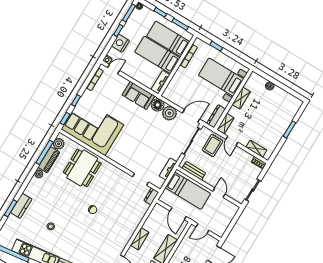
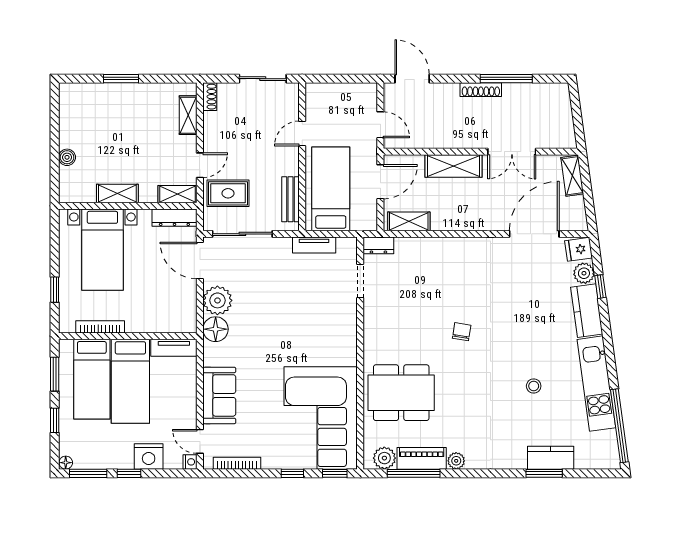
sofa: (138, 95) -> (219, 395), moved
kitchen counter: (21, 206) -> (551, 458), moved
shelving: (140, 239) -> (409, 221), moved

